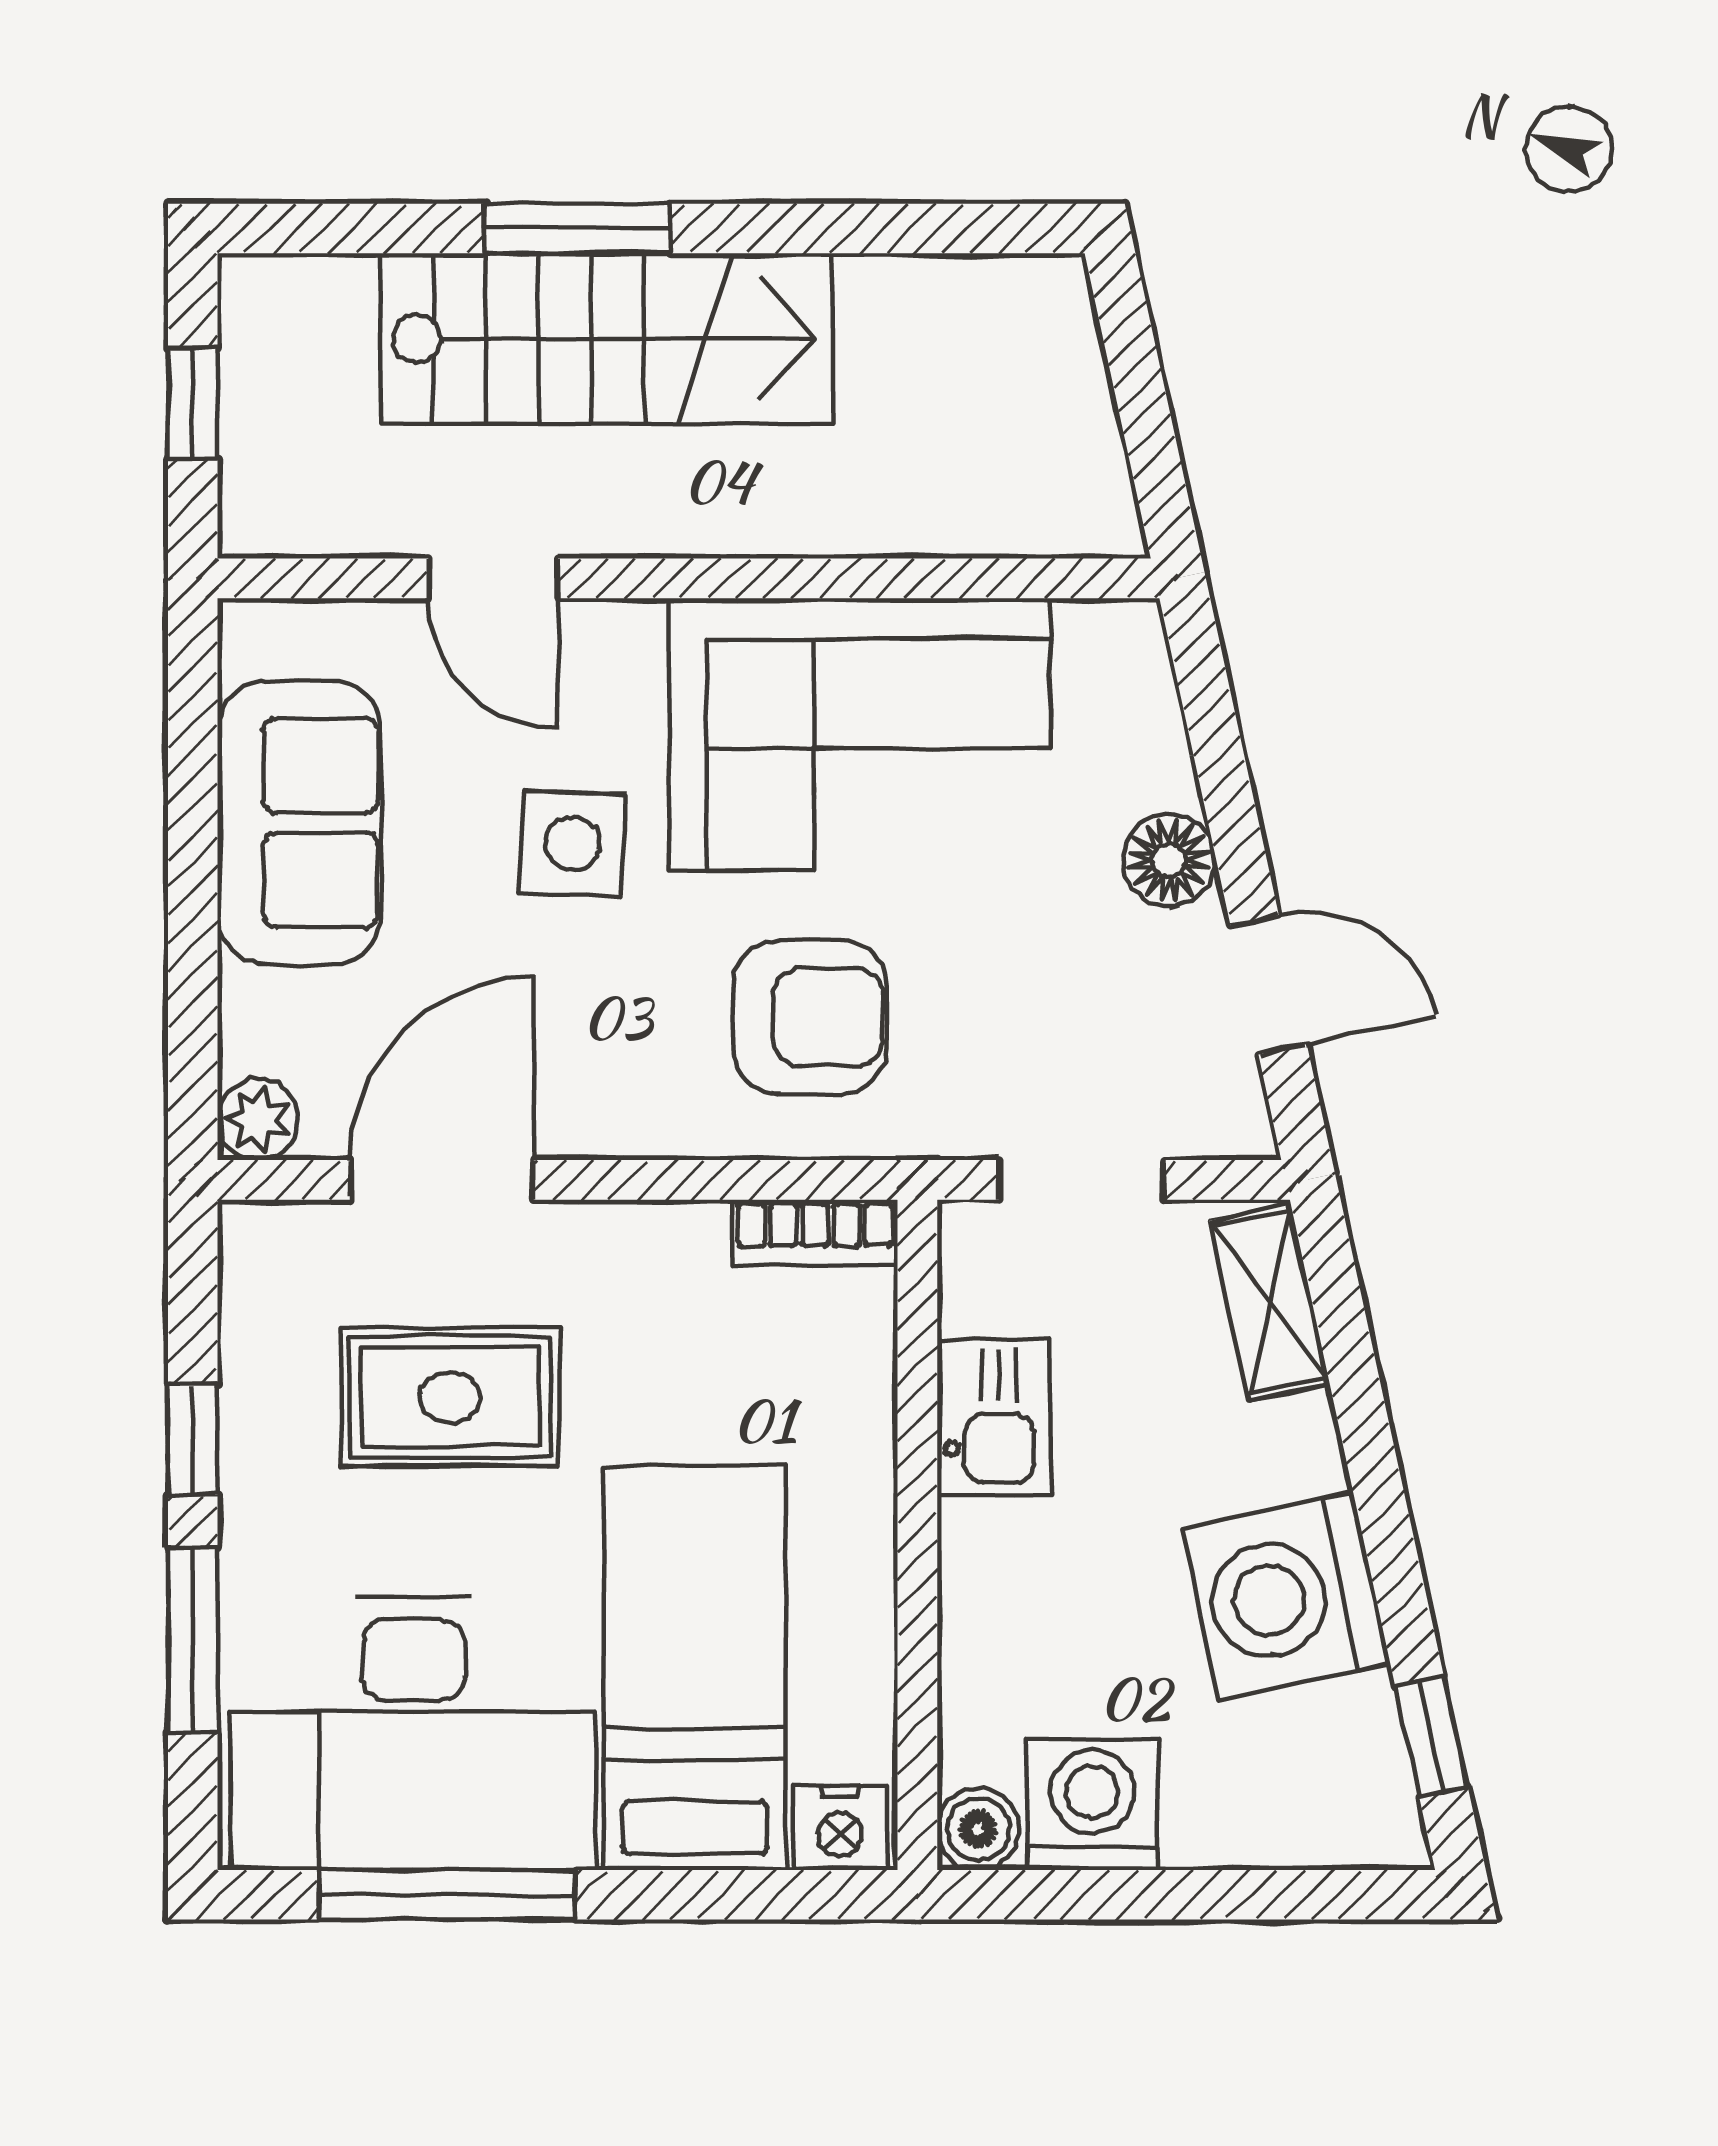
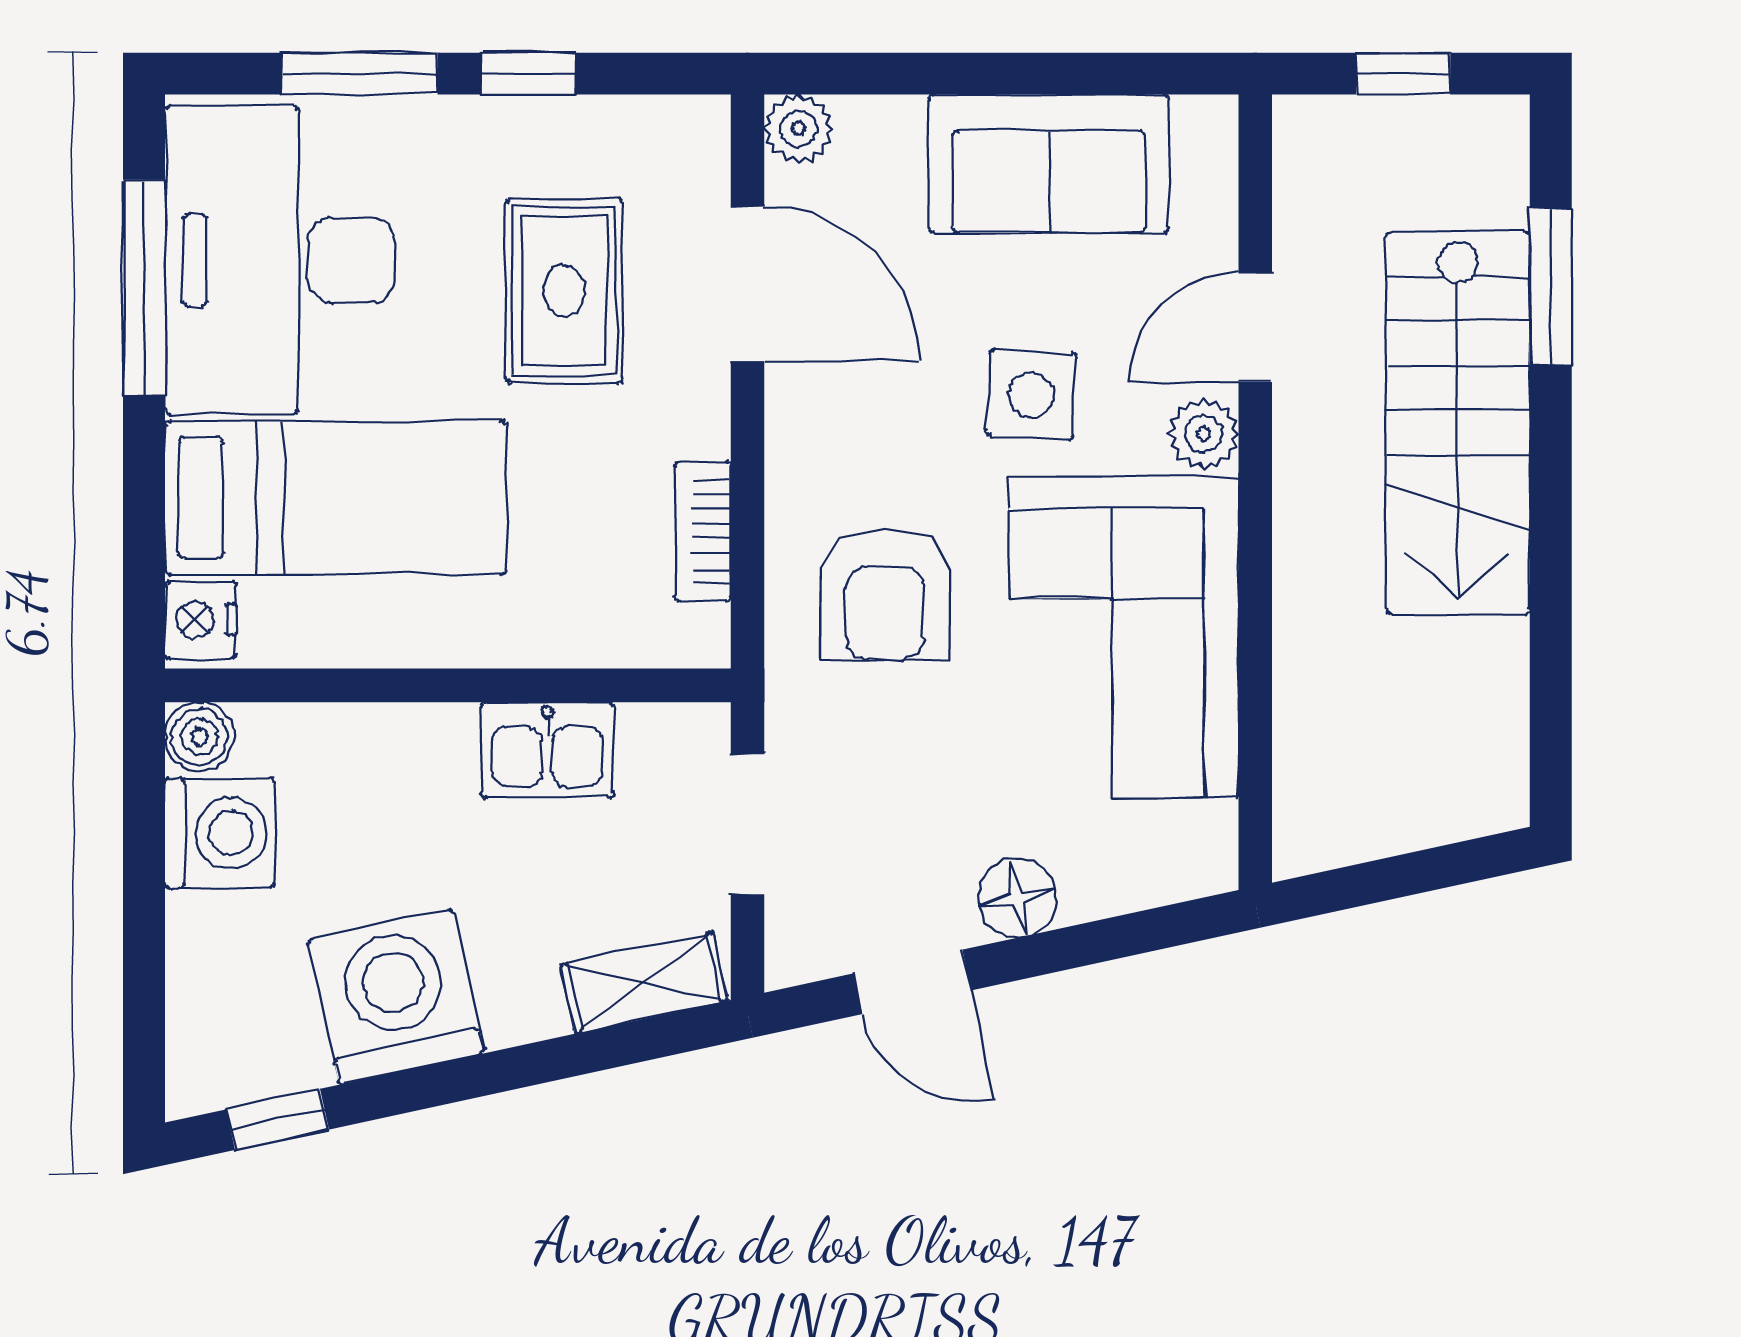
window: (577, 228) -> (1551, 286), moved
plant: (619, 640) -> (1204, 434), added
door: (1269, 985) -> (912, 982), hinge flipped
bookcase: (815, 1233) -> (703, 531), moved

